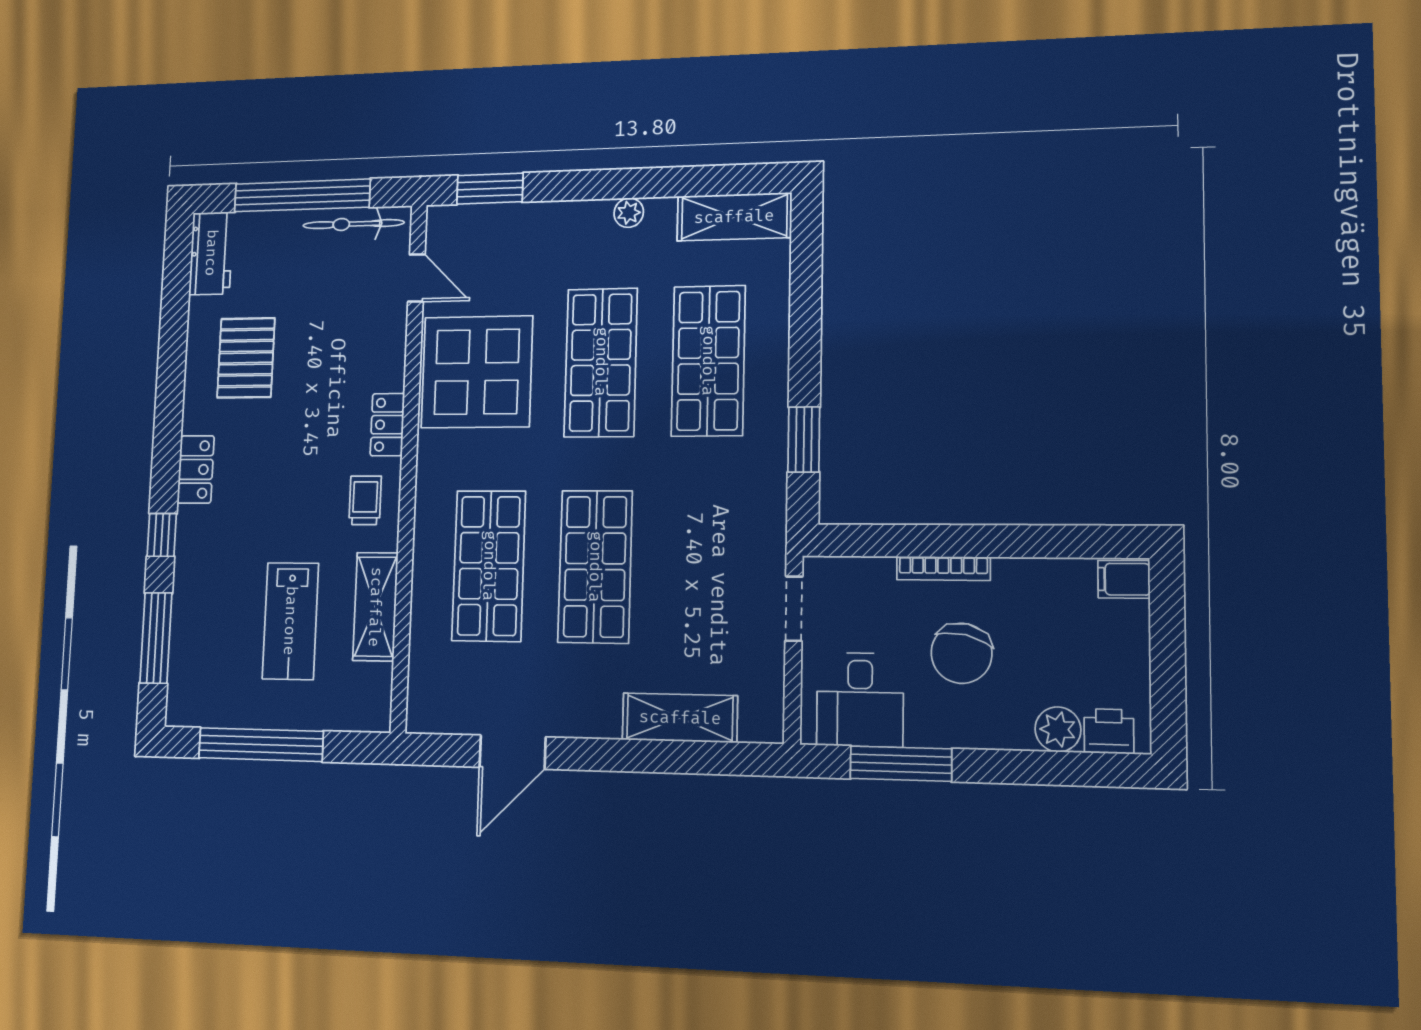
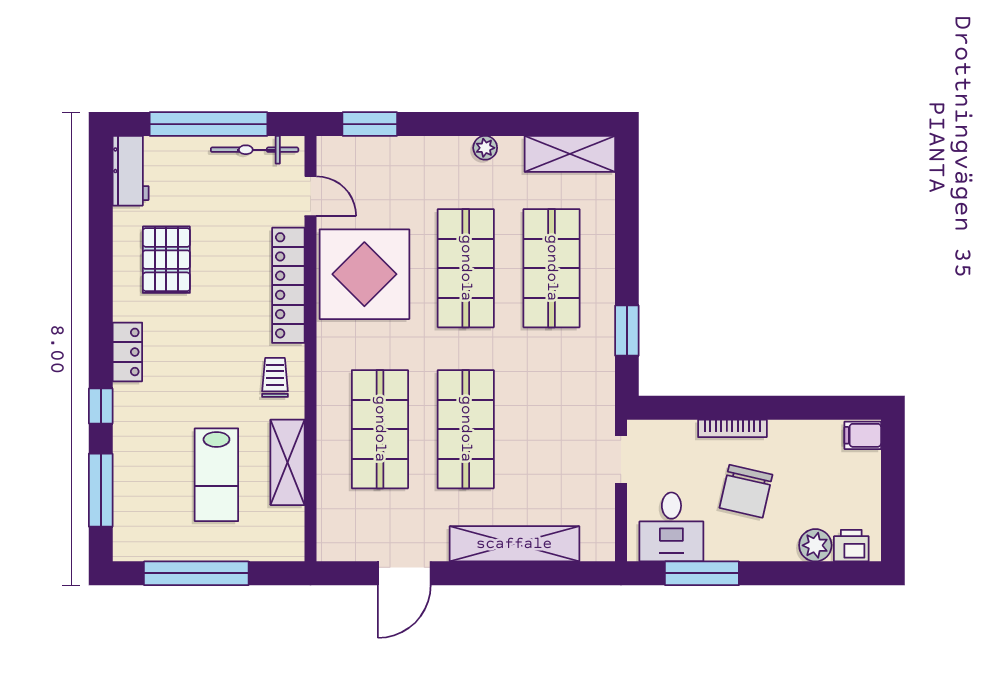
locker: (387, 425) -> (288, 285), width x2.16, depth x1.21
shelving: (680, 718) -> (514, 544), width x1.47

